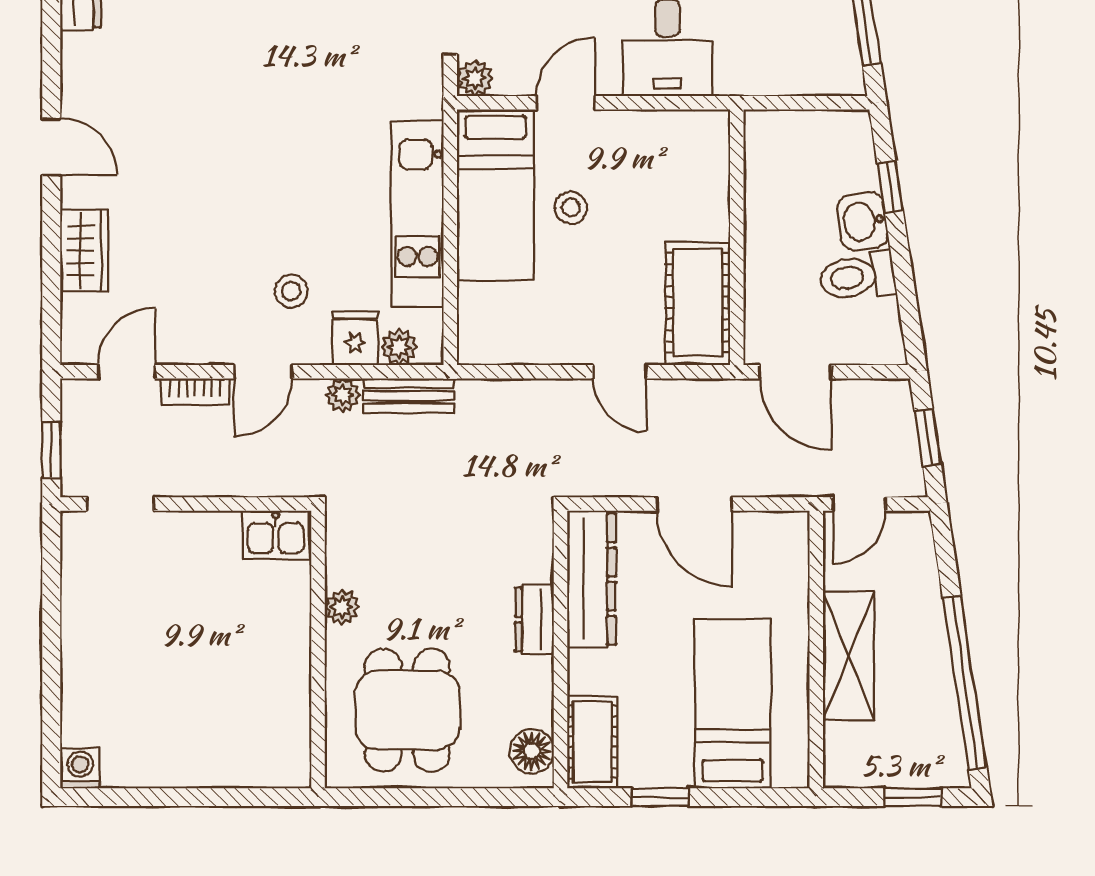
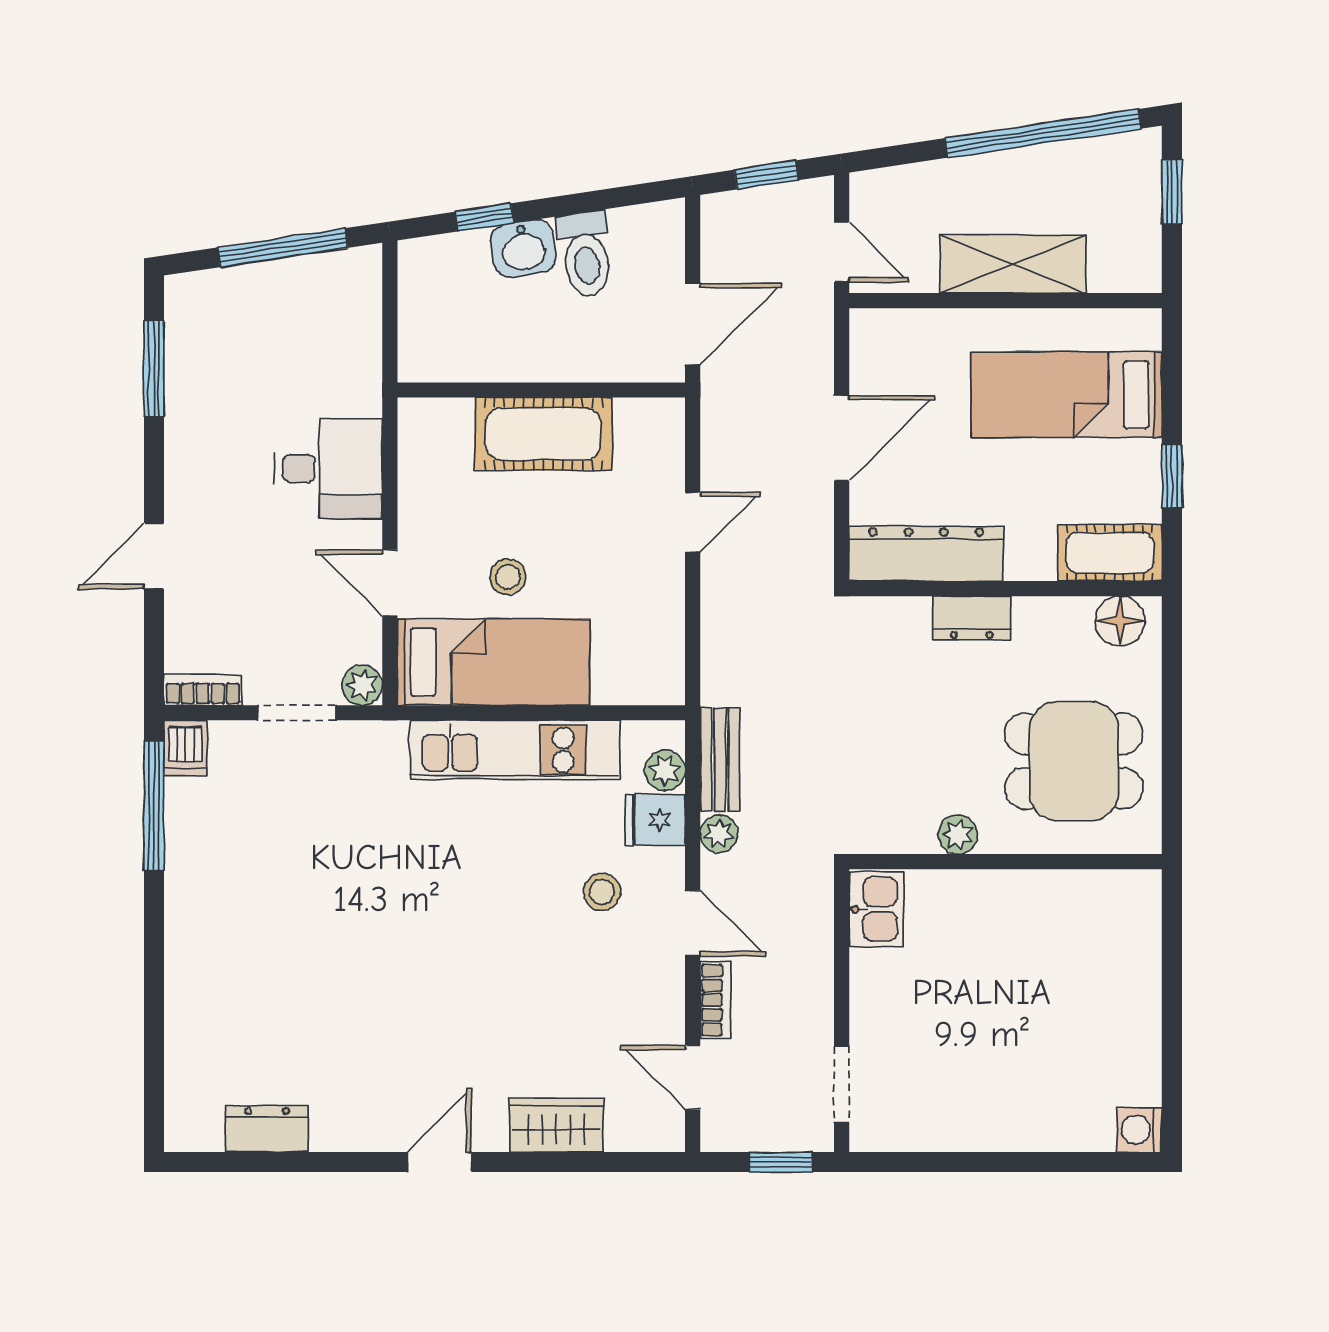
cot: (698, 303) -> (543, 434), moved

